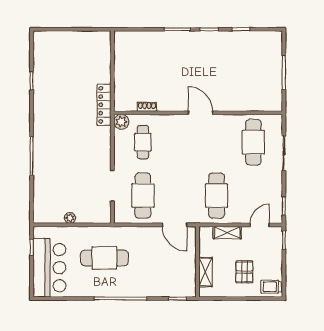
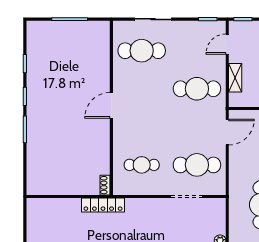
shoe rack: (147, 107) -> (105, 185), moved
plant: (121, 122) -> (121, 187), removed
door: (260, 225) -> (227, 44), hinge flipped

